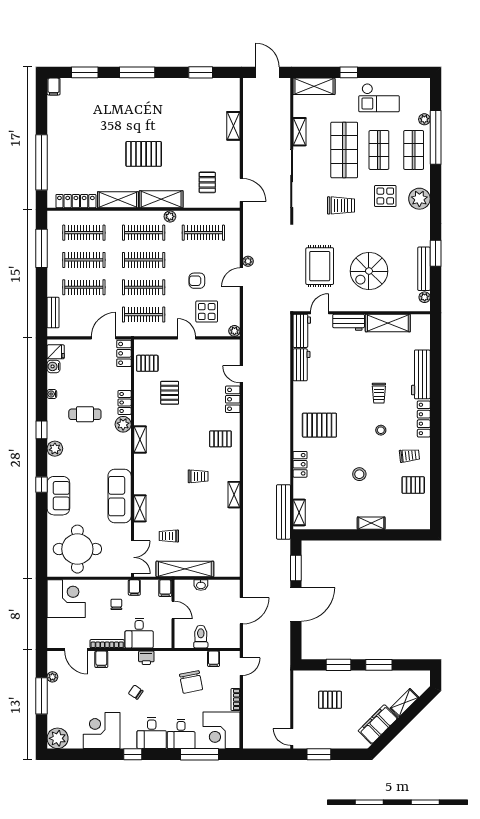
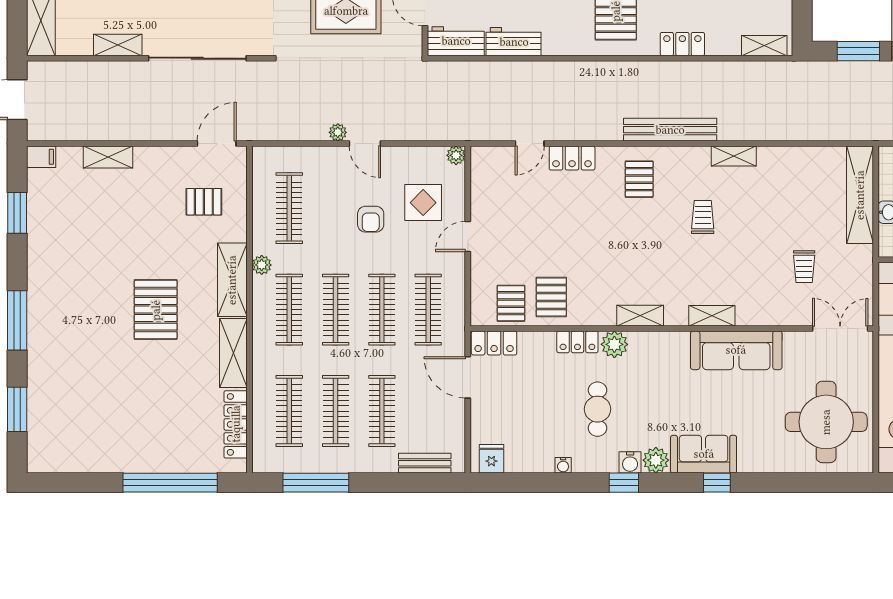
filing cabinet: (54, 87) -> (41, 157), moved
water cooler: (54, 366) -> (630, 462), moved
pallet: (170, 393) -> (551, 297), moved, turned 90
sofa: (58, 496) -> (704, 454), moved
shelving: (140, 508) -> (712, 316), moved
bench: (283, 512) -> (670, 130), moved
shelving: (185, 569) -> (860, 195), moved

